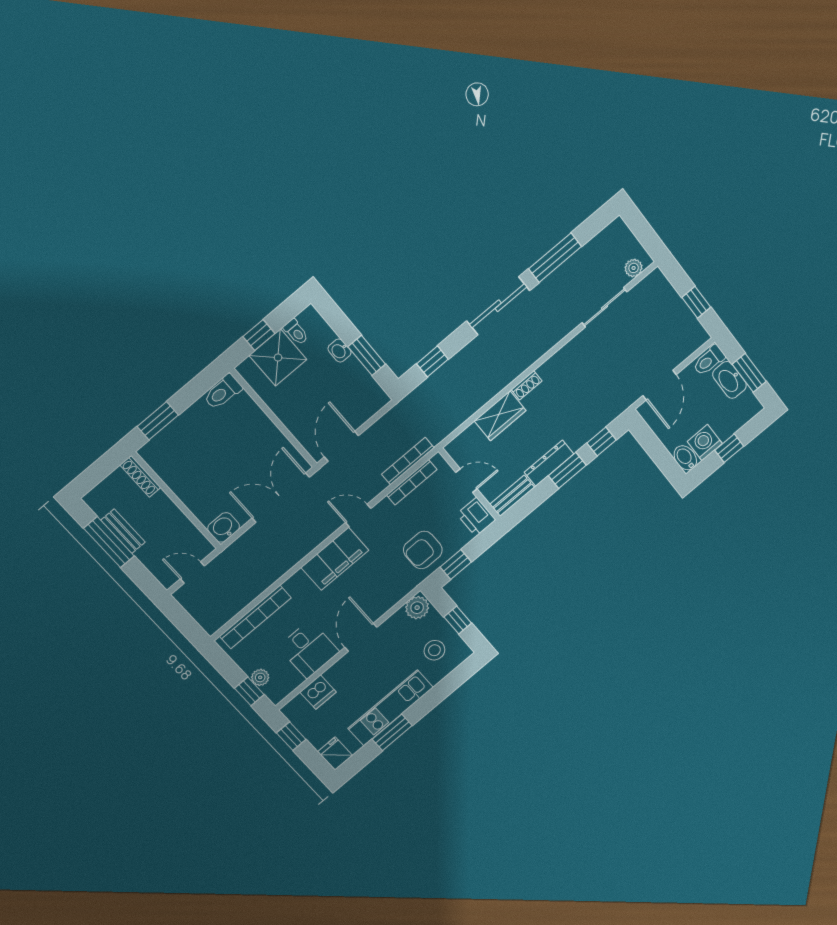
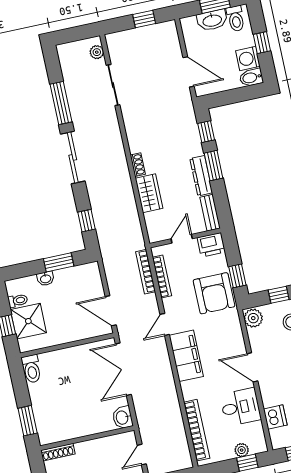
toilet: (709, 360) -> (236, 19), moved
armchair: (423, 550) -> (214, 293), width x1.36, depth x1.36

